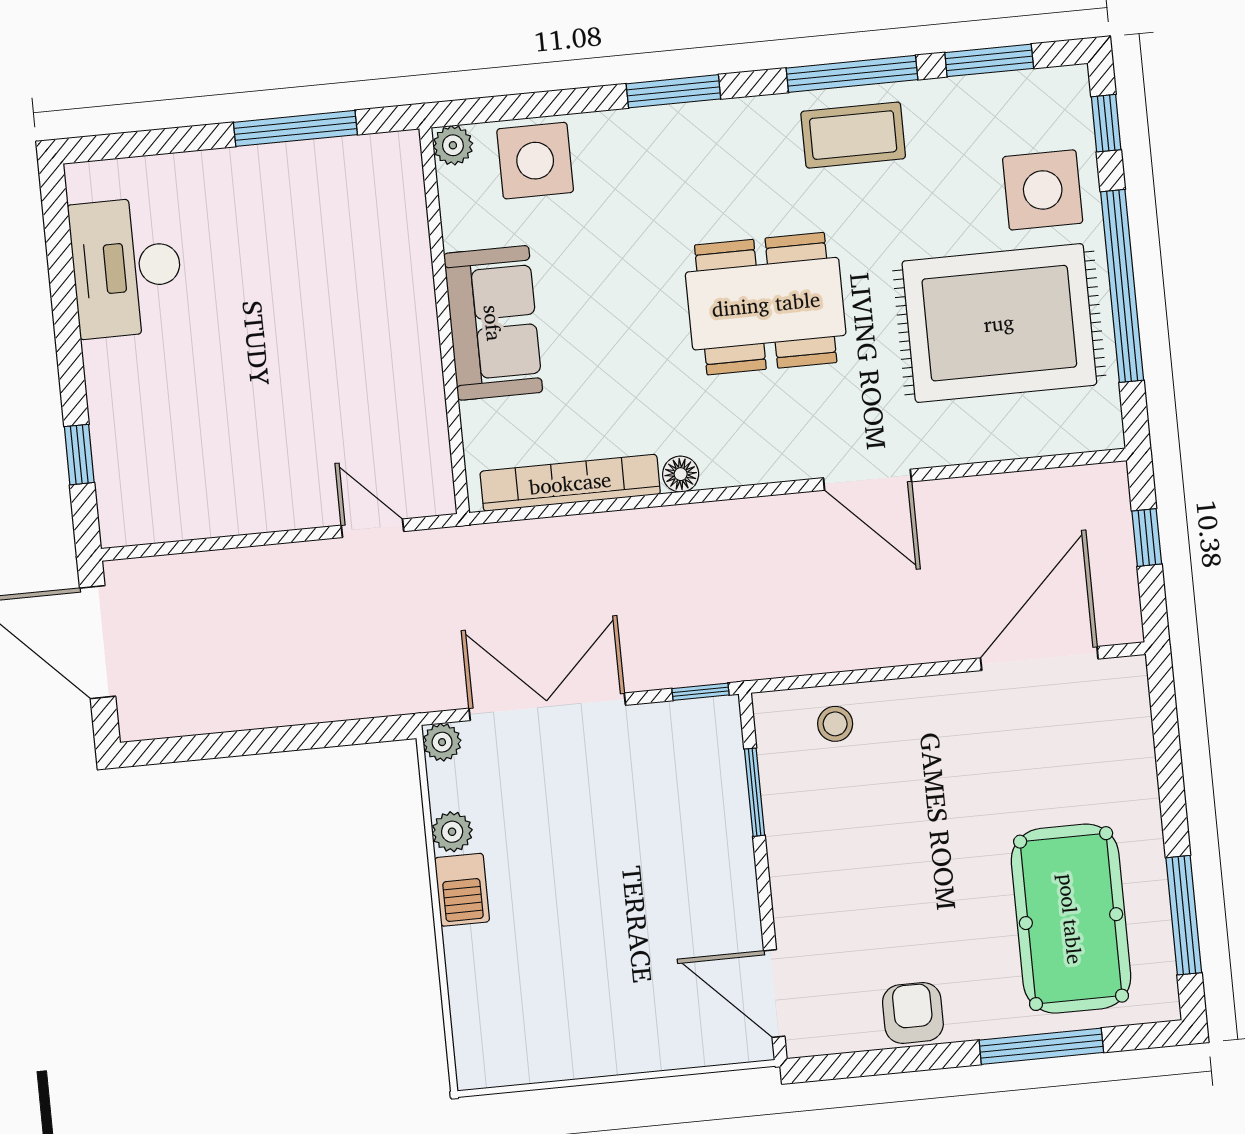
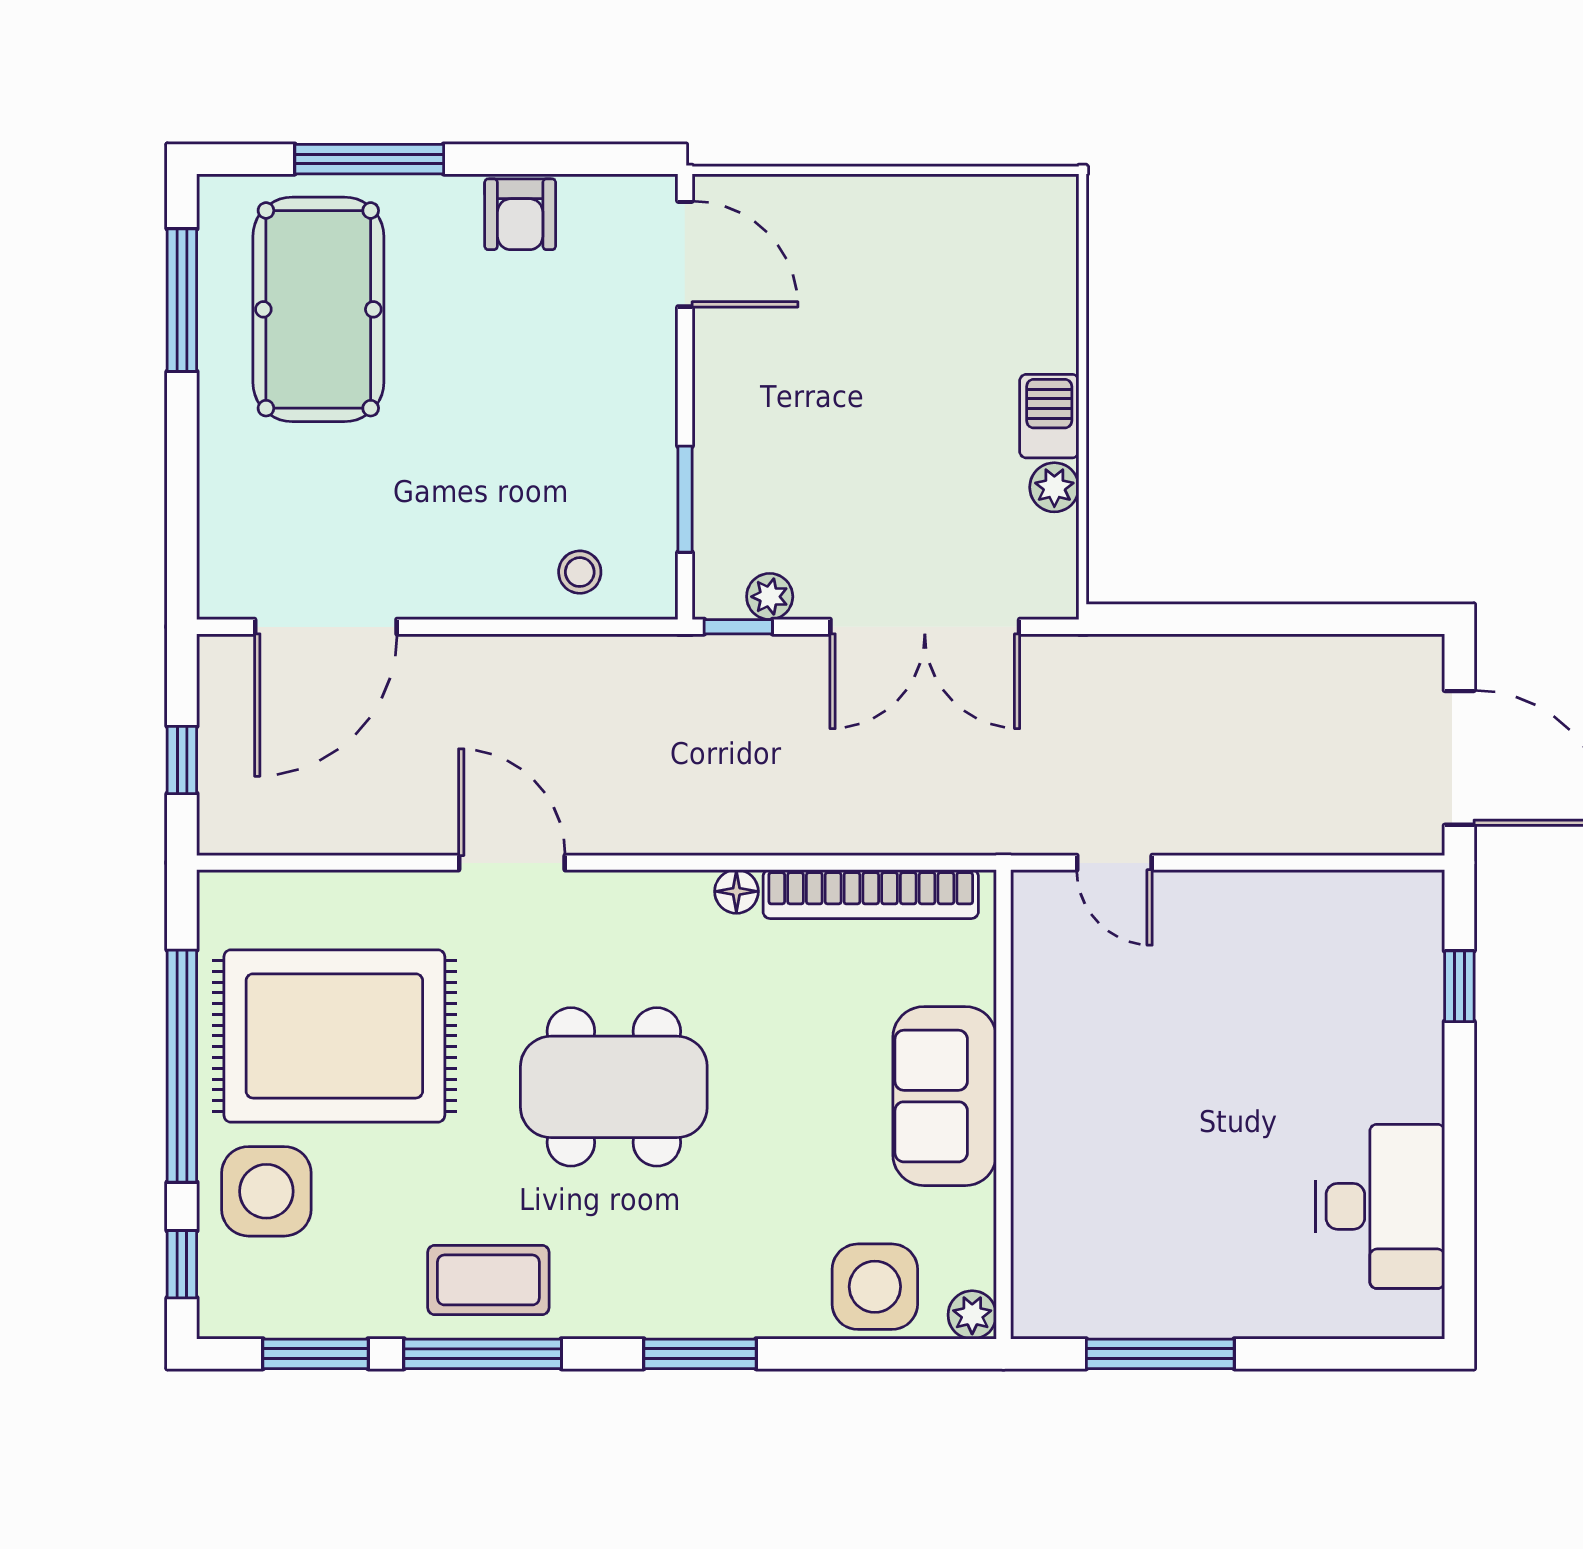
plant: (442, 742) -> (770, 597), moved

